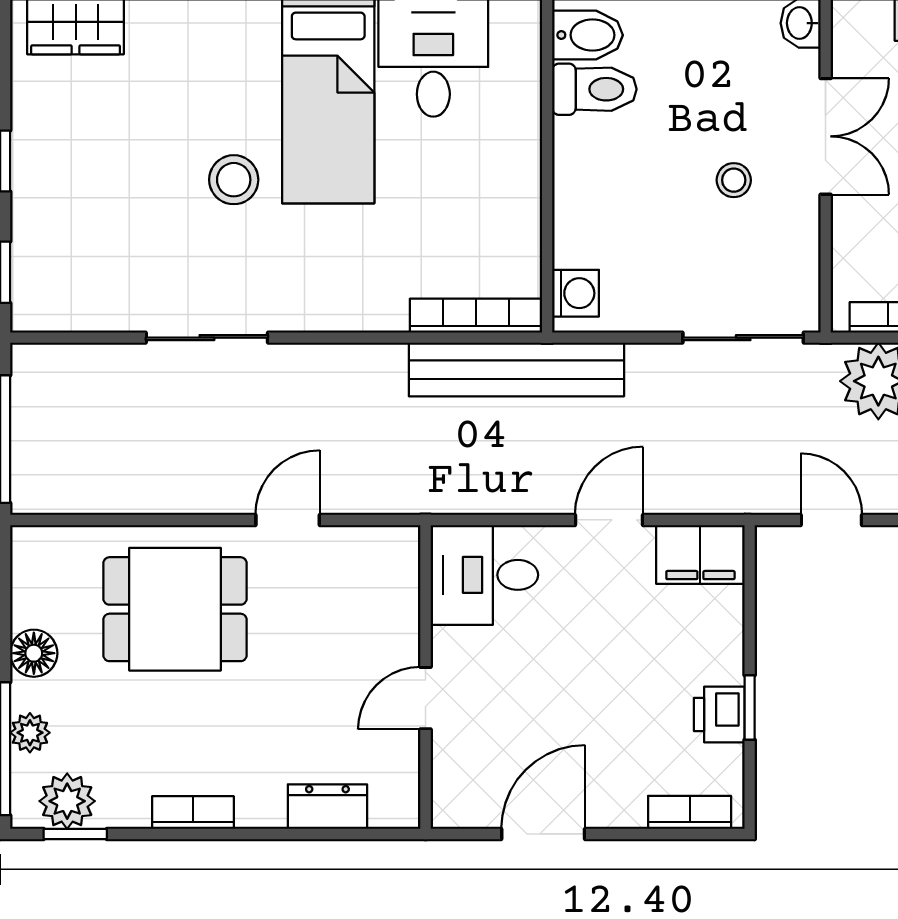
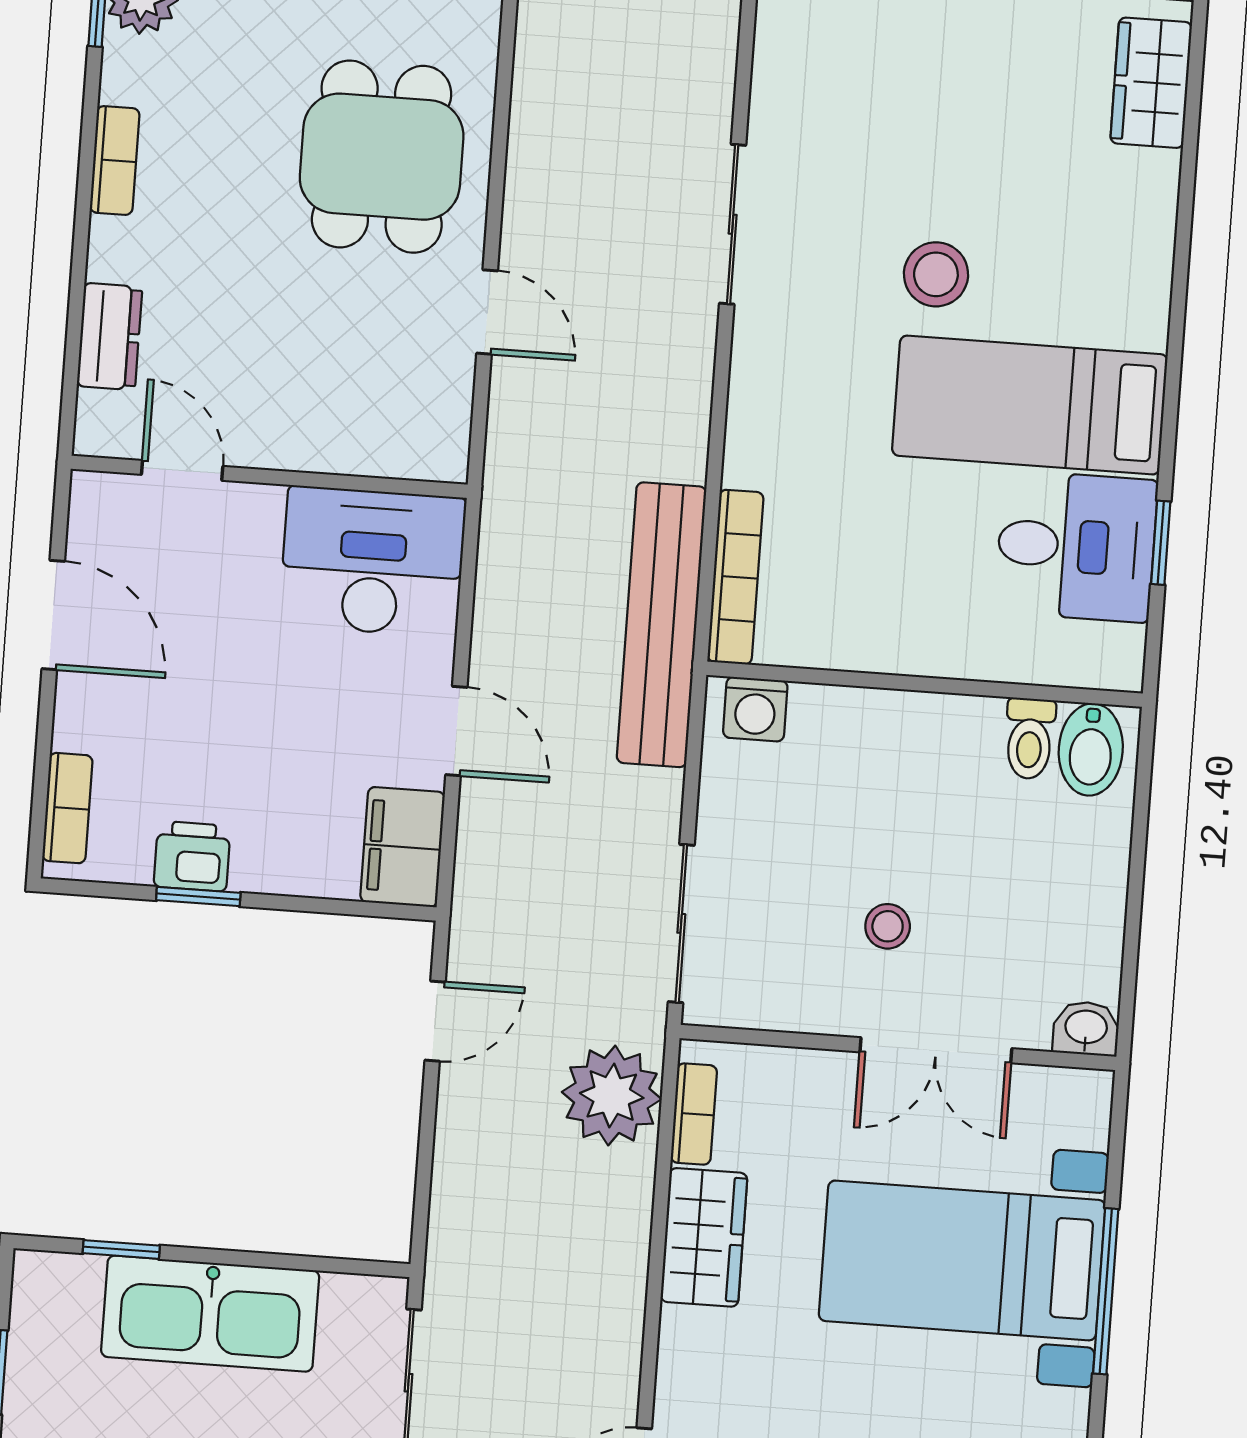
toilet: (594, 89) -> (1030, 739), width x0.73, depth x0.72
desk: (484, 575) -> (372, 562), width x1.37
door: (426, 698) -> (182, 470), moved

